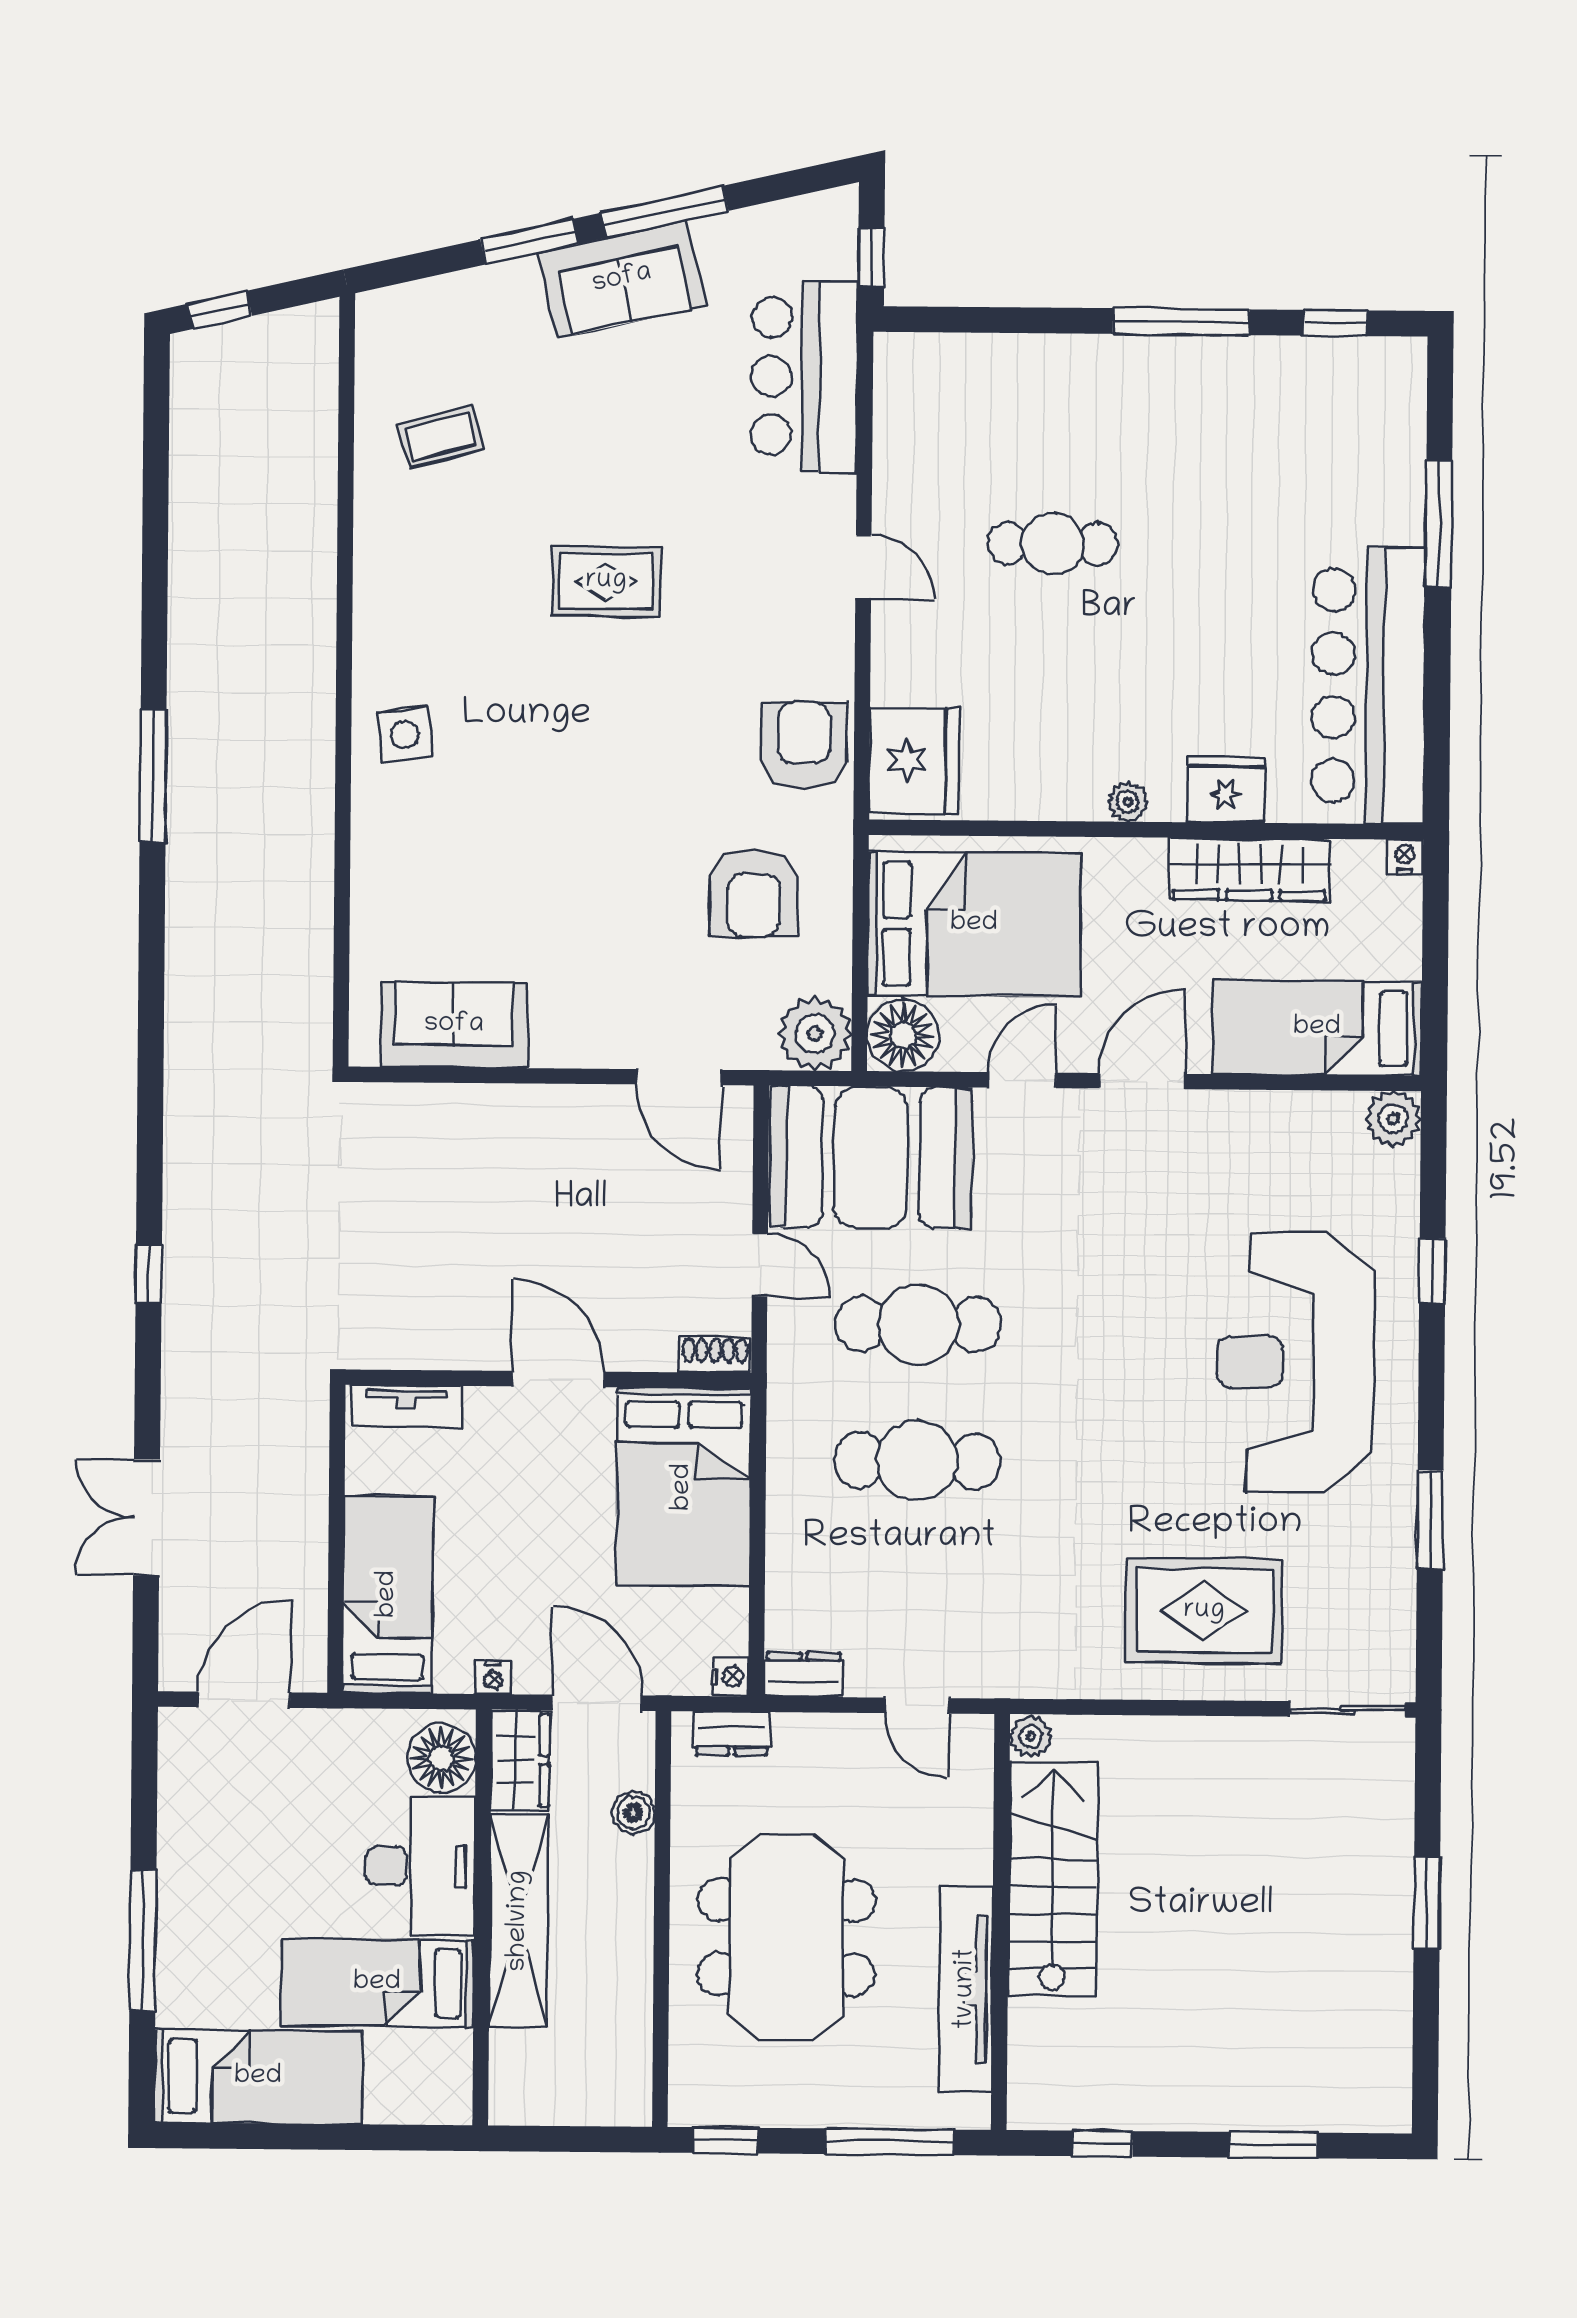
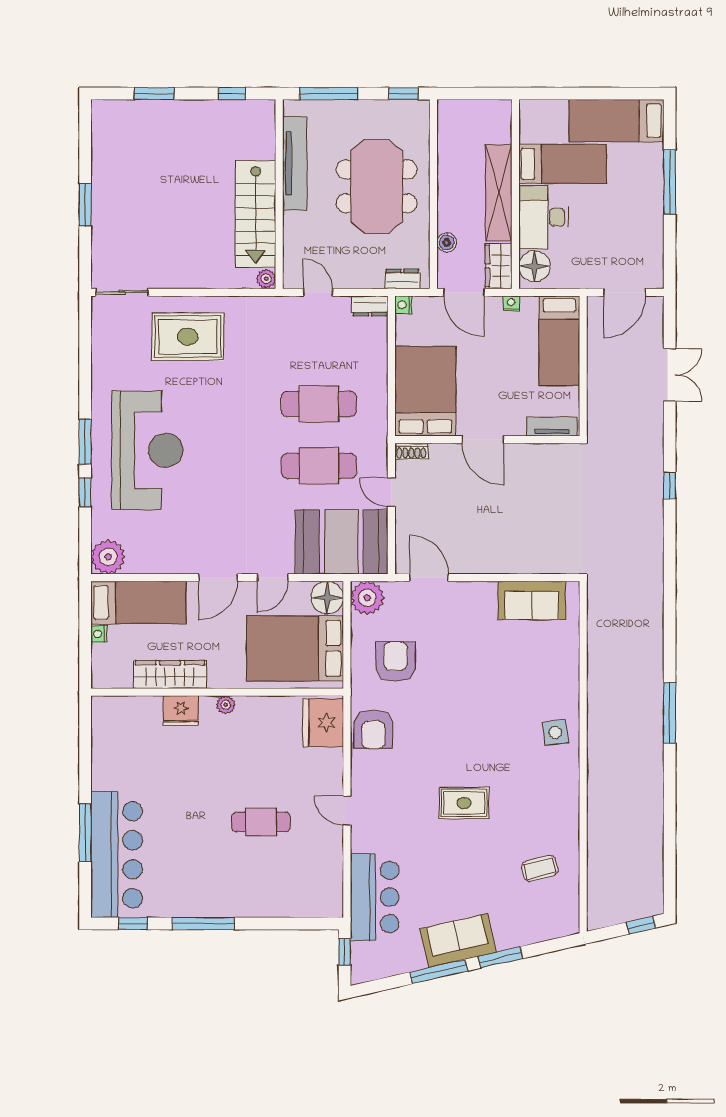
bar counter: (1368, 686) -> (117, 855), moved
nightstand: (1405, 857) -> (99, 634), moved, turned 90
plant: (1393, 1119) -> (108, 557), width x1.36, depth x1.36
window: (1430, 1519) -> (85, 442), moved

